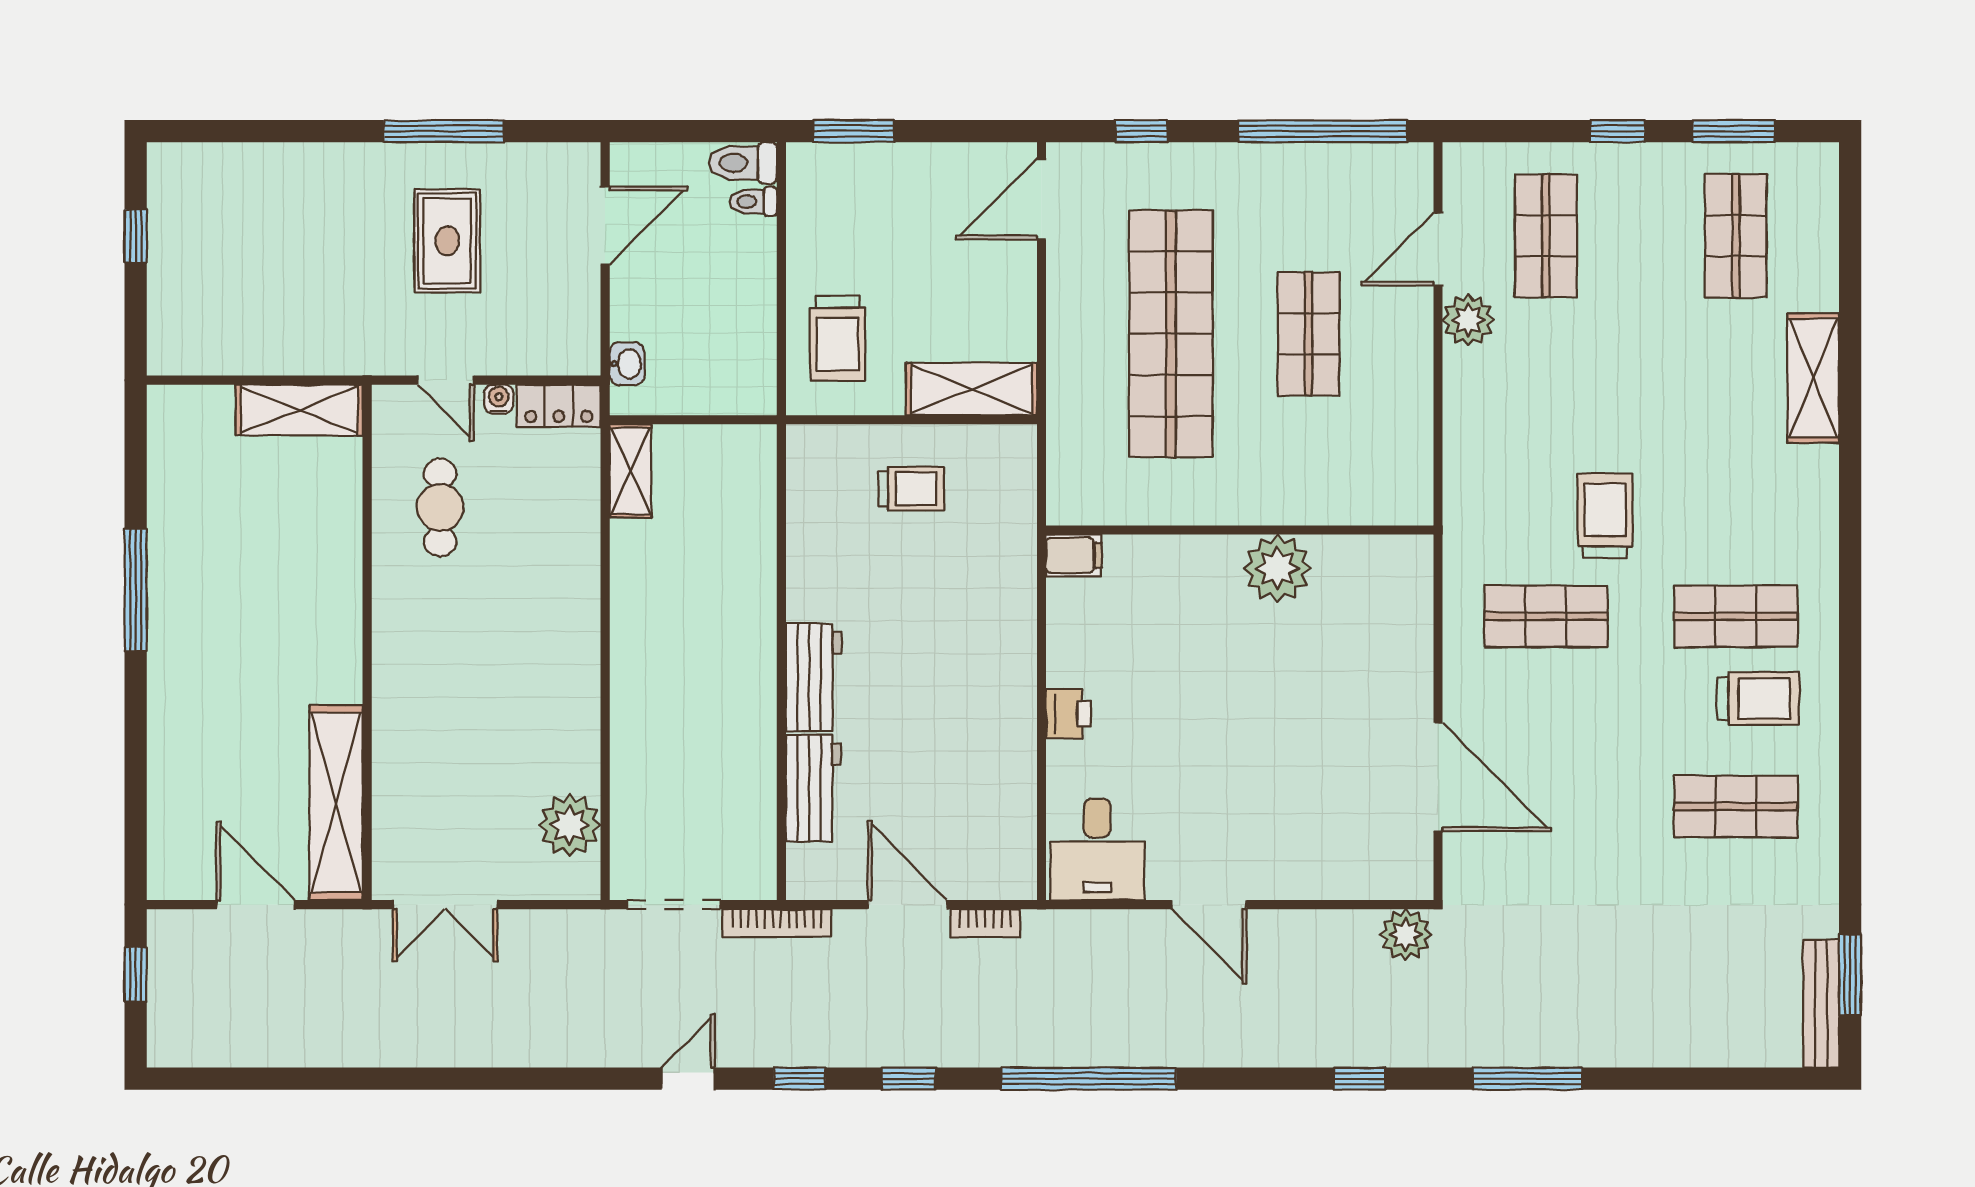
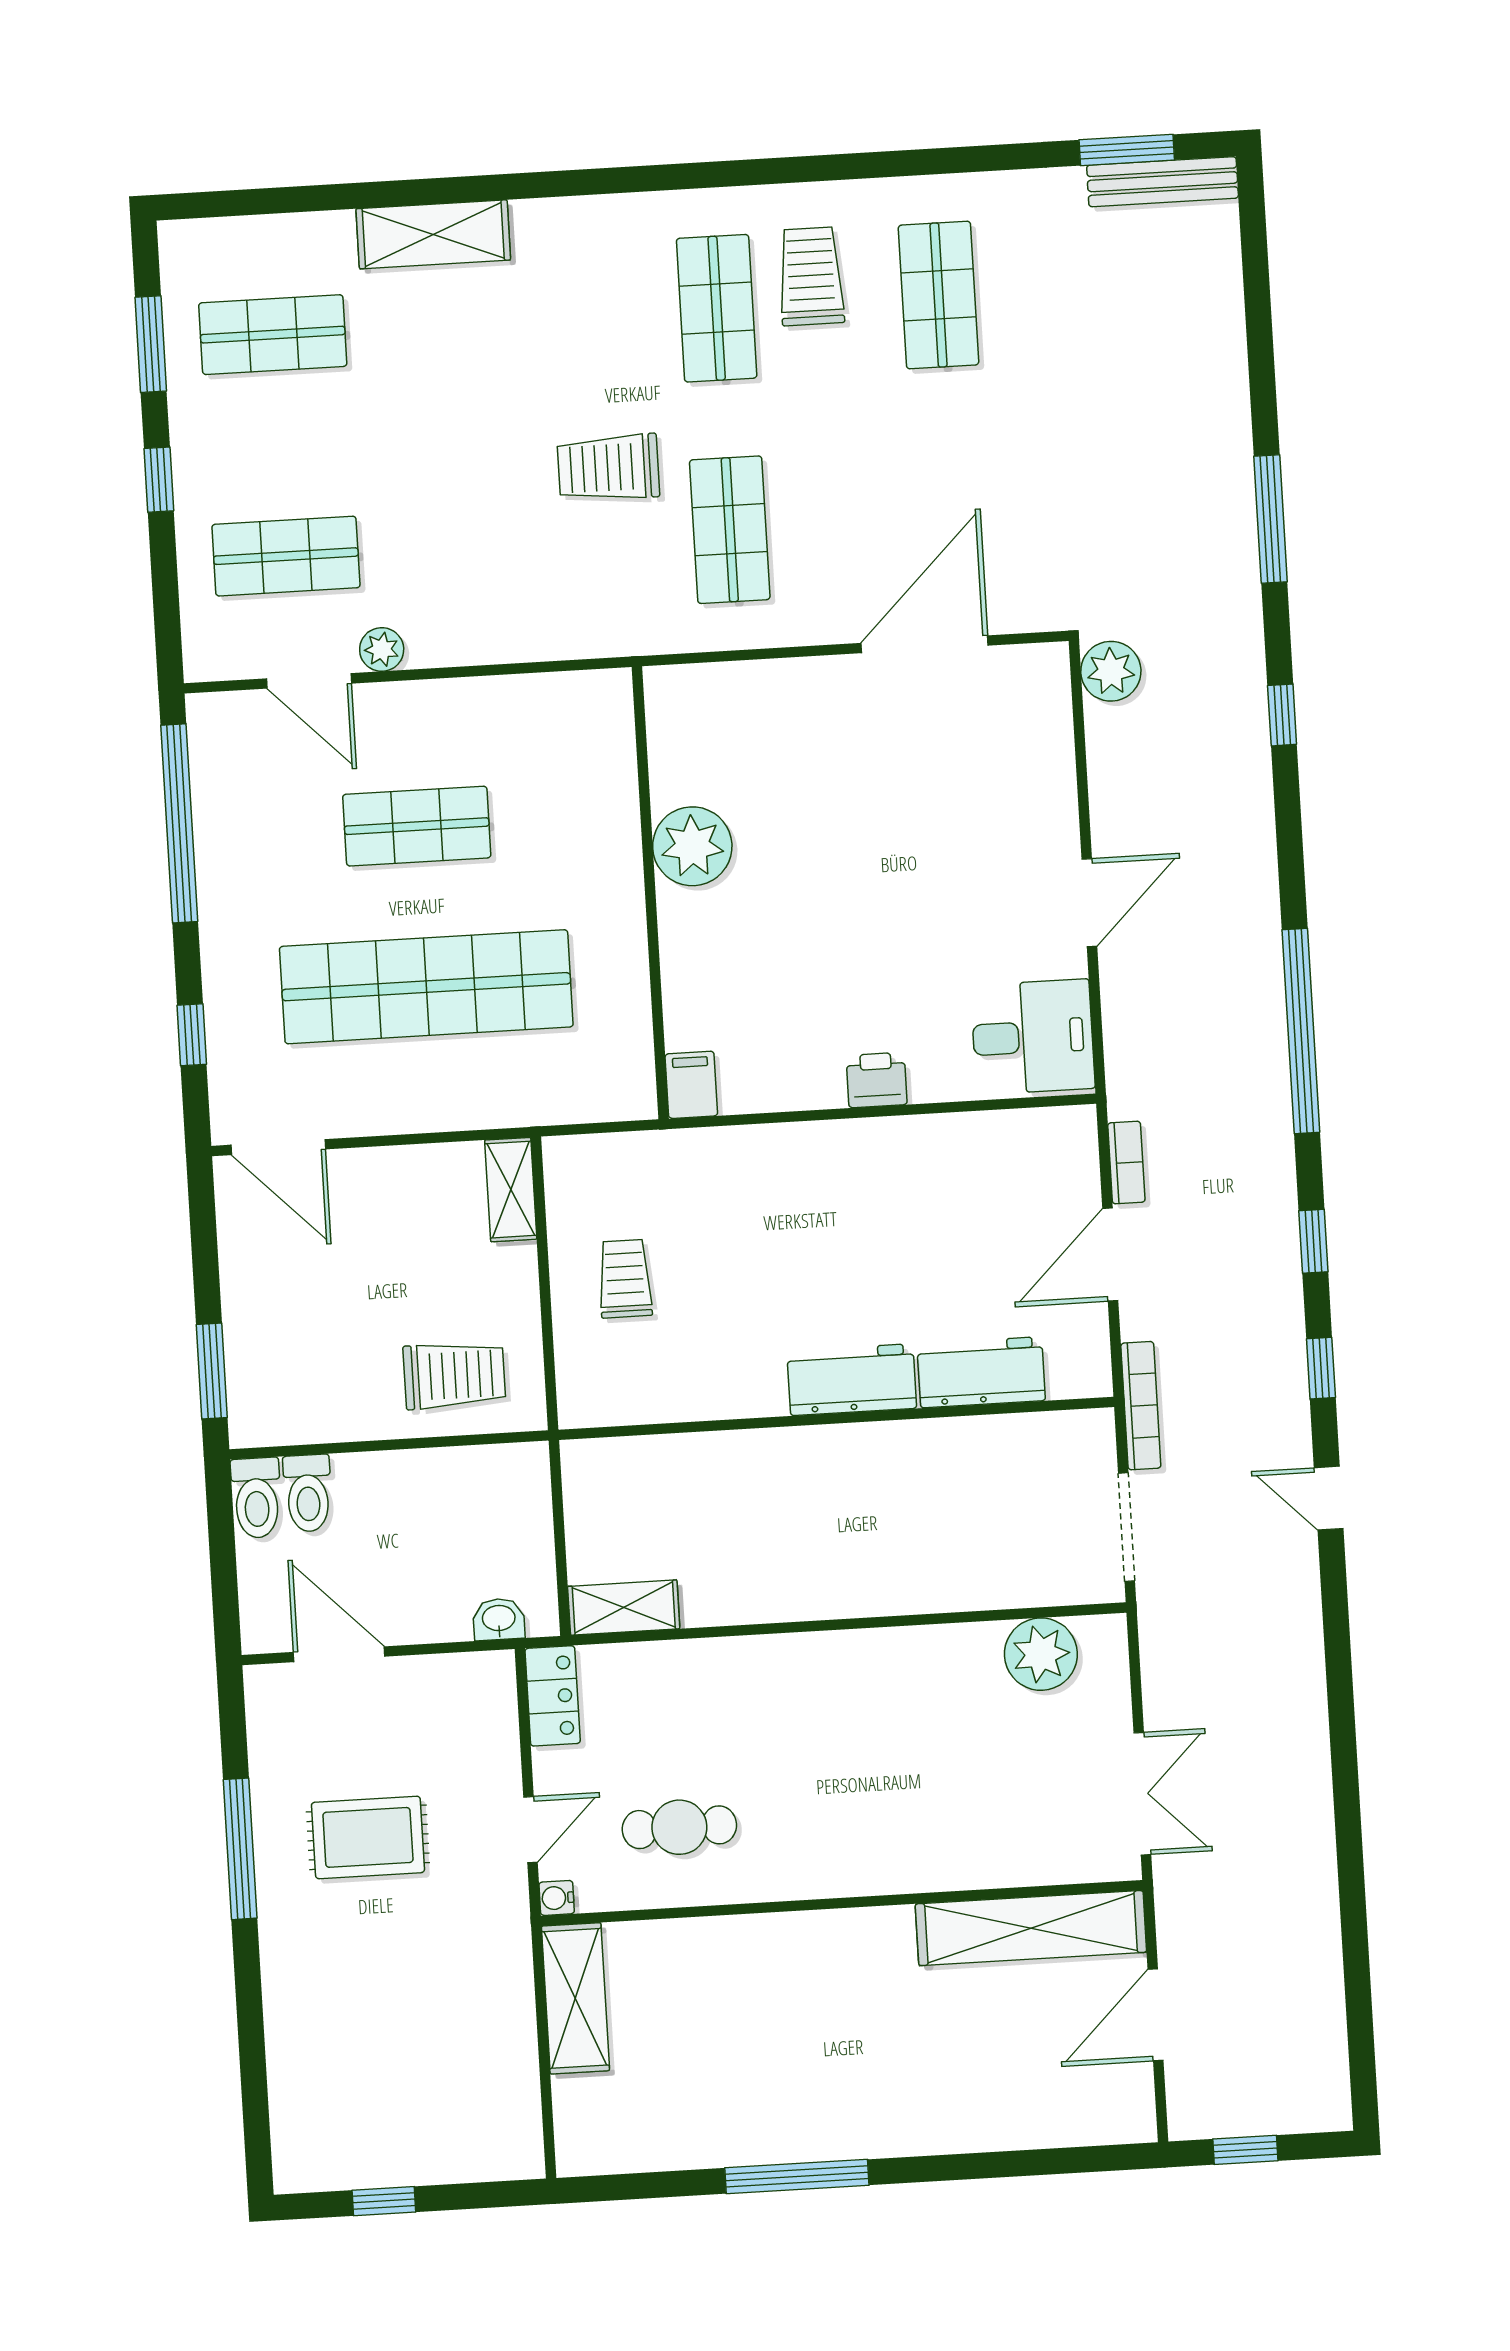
toilet: (753, 202) -> (308, 1493), width x1.37, depth x1.39
plant: (1468, 320) -> (382, 649), width x0.73, depth x0.73
shelving: (971, 389) -> (511, 1190), width x0.67, depth x0.75
water cooler: (499, 399) -> (557, 1898), moved

